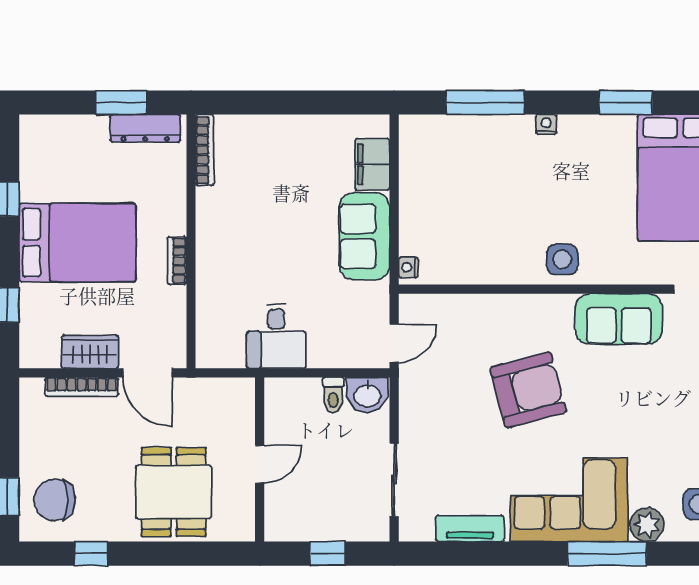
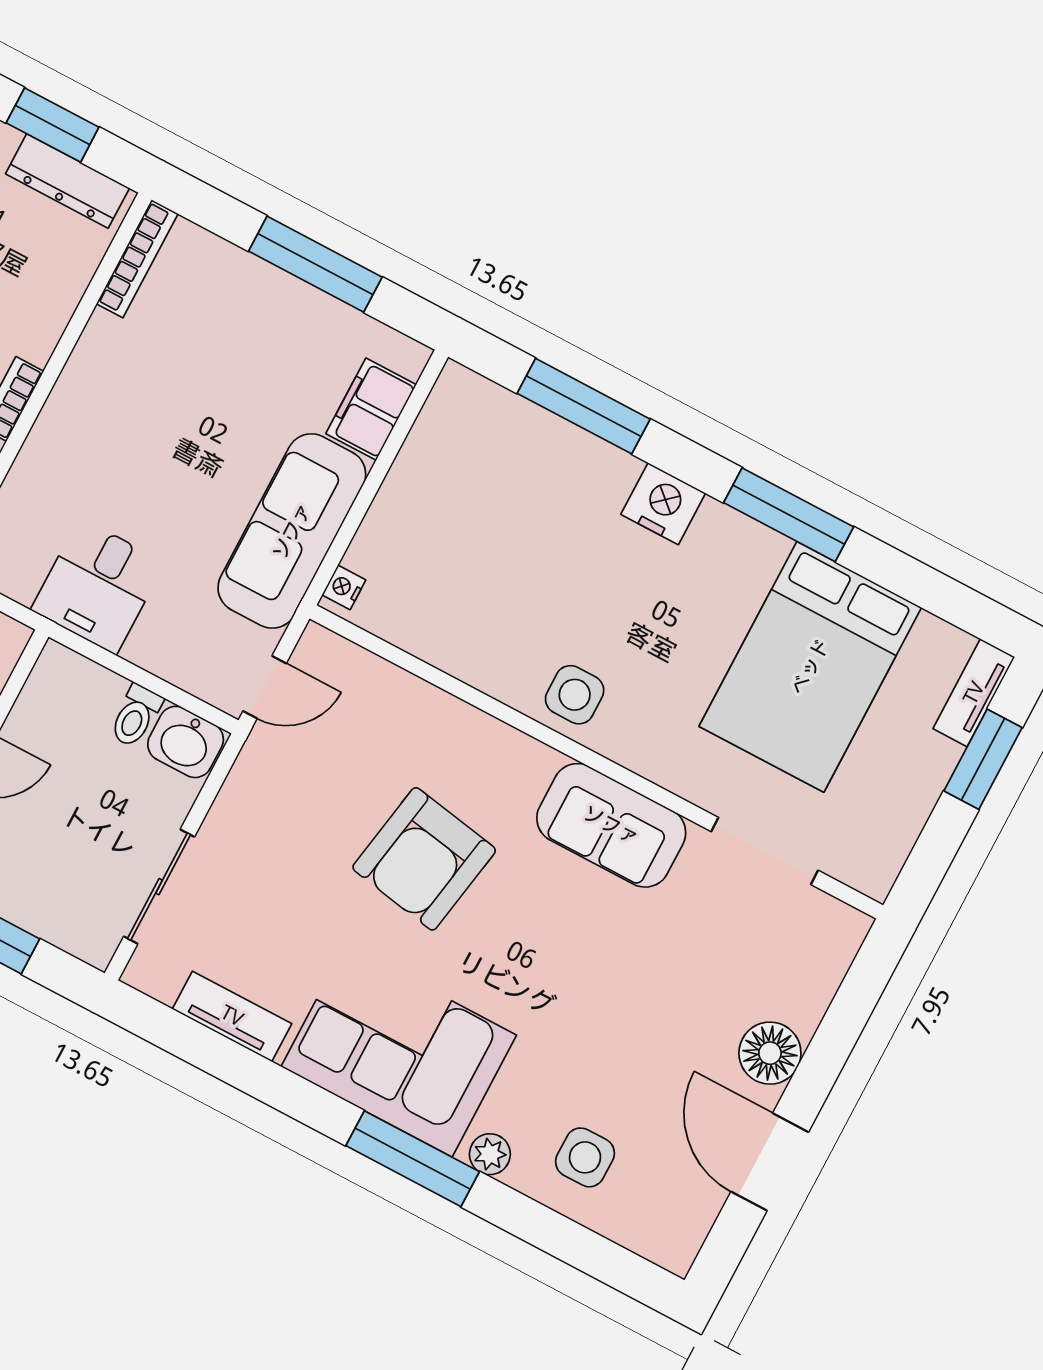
window: (301, 102) -> (315, 264), added
window: (626, 102) -> (789, 515), width x1.44
nightstand: (546, 124) -> (663, 504), width x1.89, depth x1.79
sofa: (364, 236) -> (292, 531), width x1.36
armchair: (528, 390) -> (424, 859), turned 115
plant: (647, 525) -> (490, 1154), width x0.73, depth x0.73

